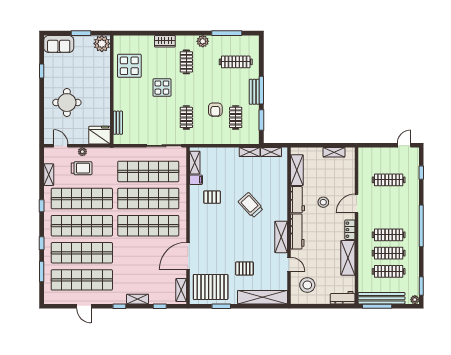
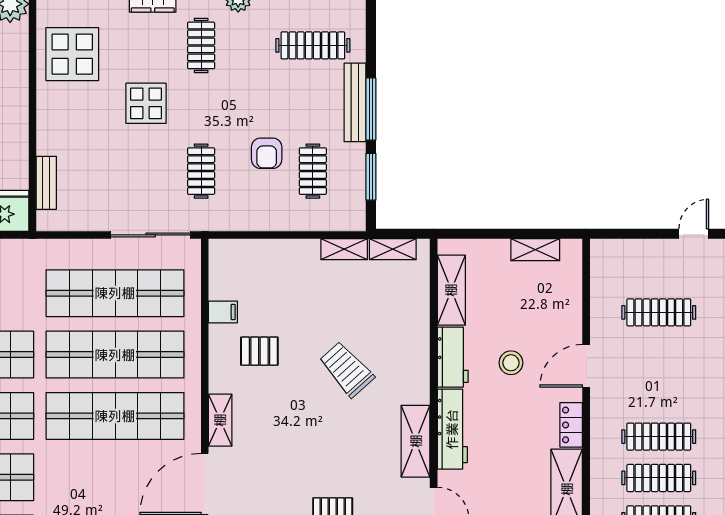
bench: (254, 92) -> (355, 102), width x1.36
shelving: (195, 163) -> (220, 420), moved

